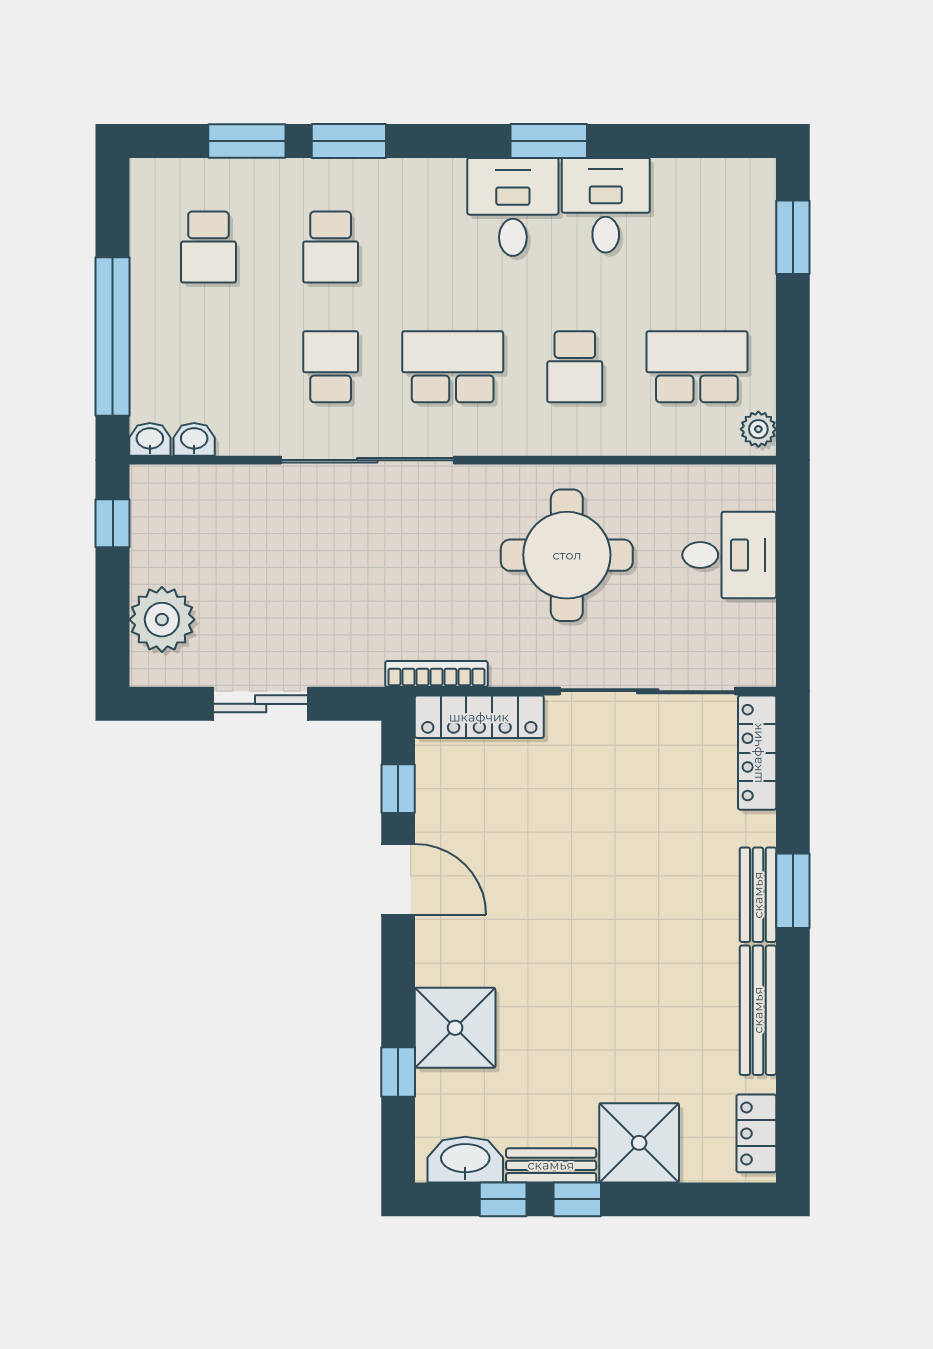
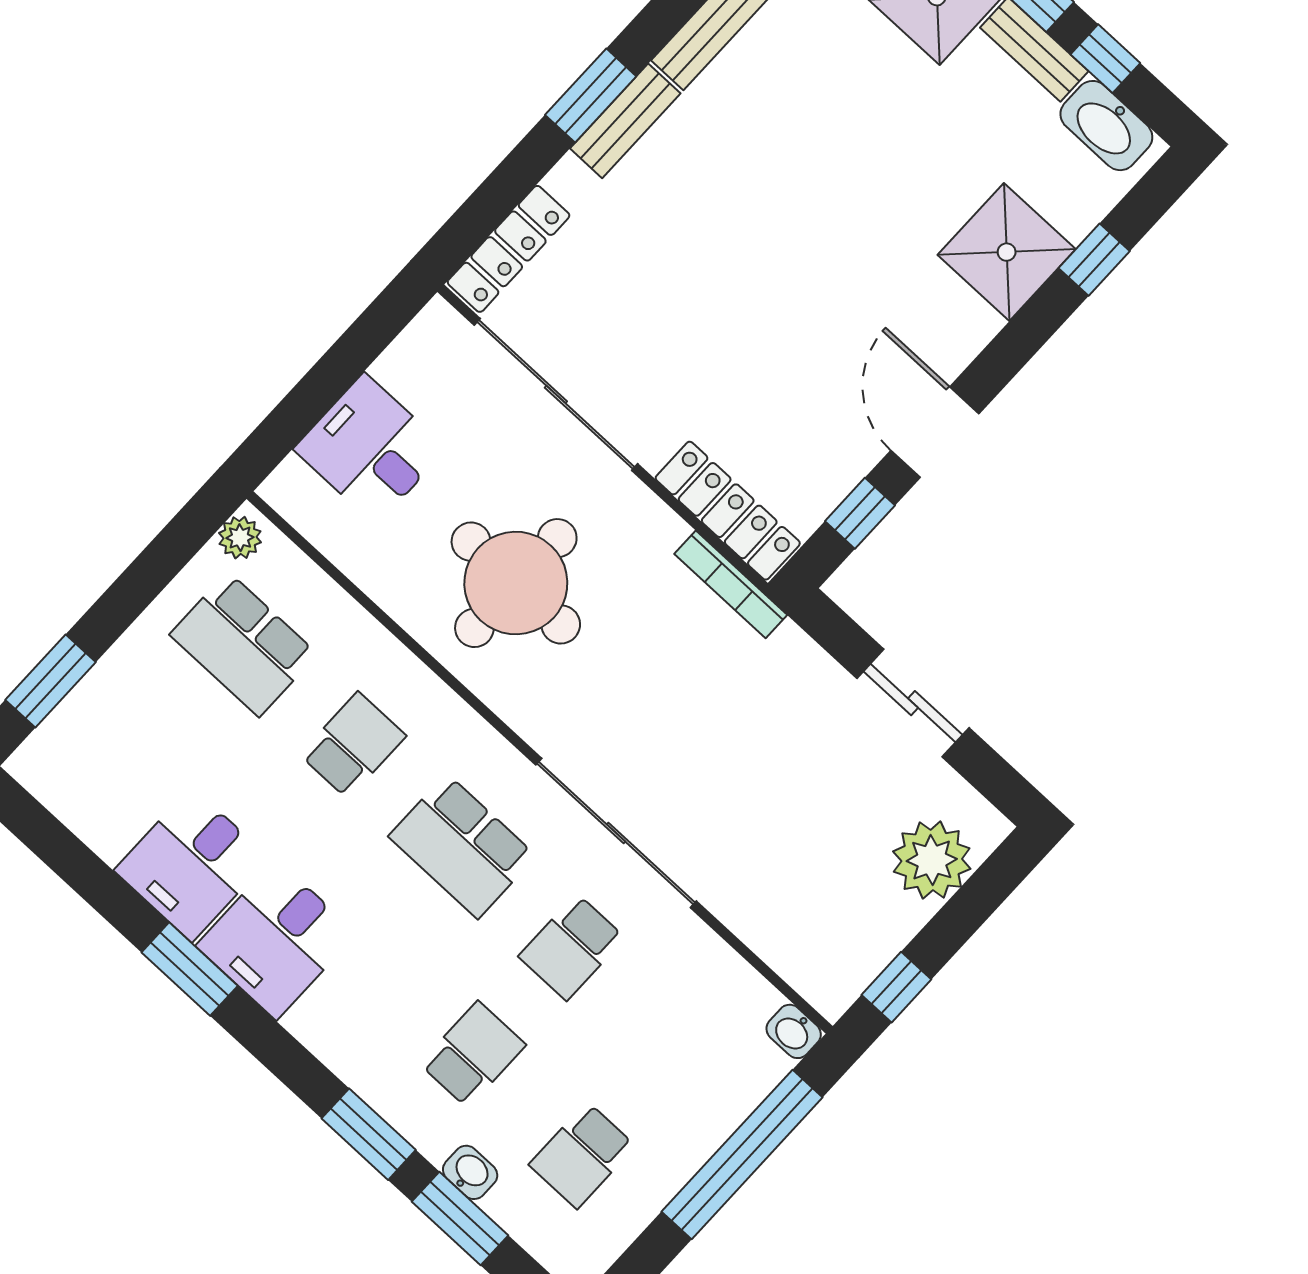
school desk: (208, 247) -> (582, 1155), turned 180
washbasin: (194, 439) -> (470, 1172), moved, turned 180

